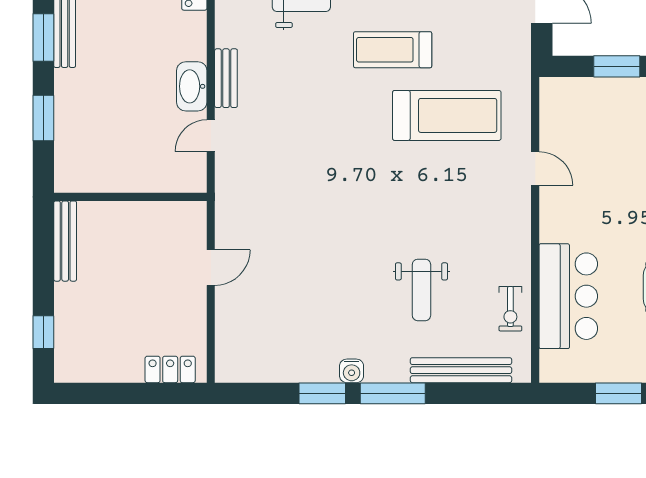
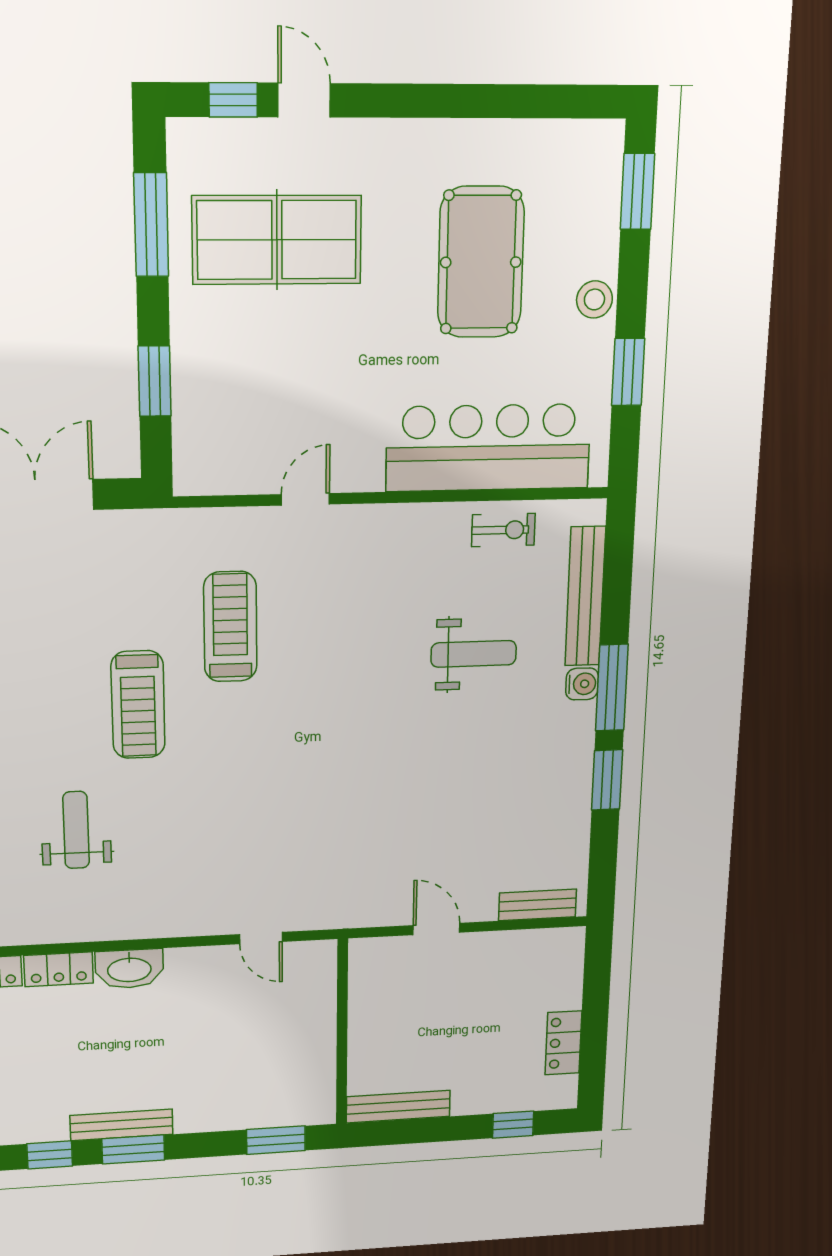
bench: (226, 78) -> (538, 905), moved
washbasin: (192, 86) -> (129, 969), moved
treadmill: (447, 115) -> (230, 627), width x0.73, depth x0.73
window: (43, 118) -> (276, 1140), moved
bar counter: (568, 296) -> (488, 448), width x1.36
locker: (170, 369) -> (563, 1043), moved
water cooler: (352, 371) -> (582, 684), moved

